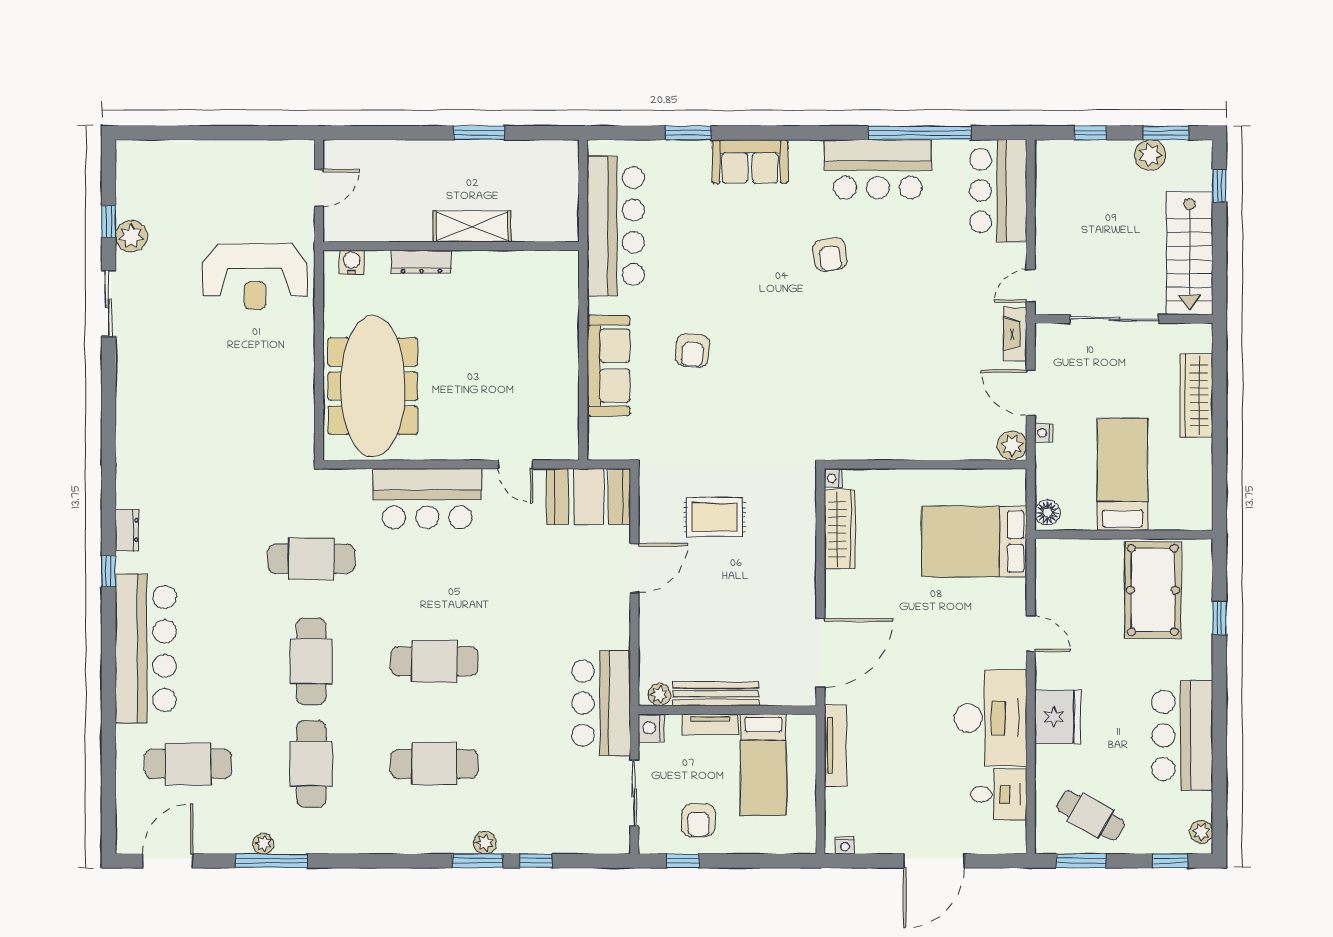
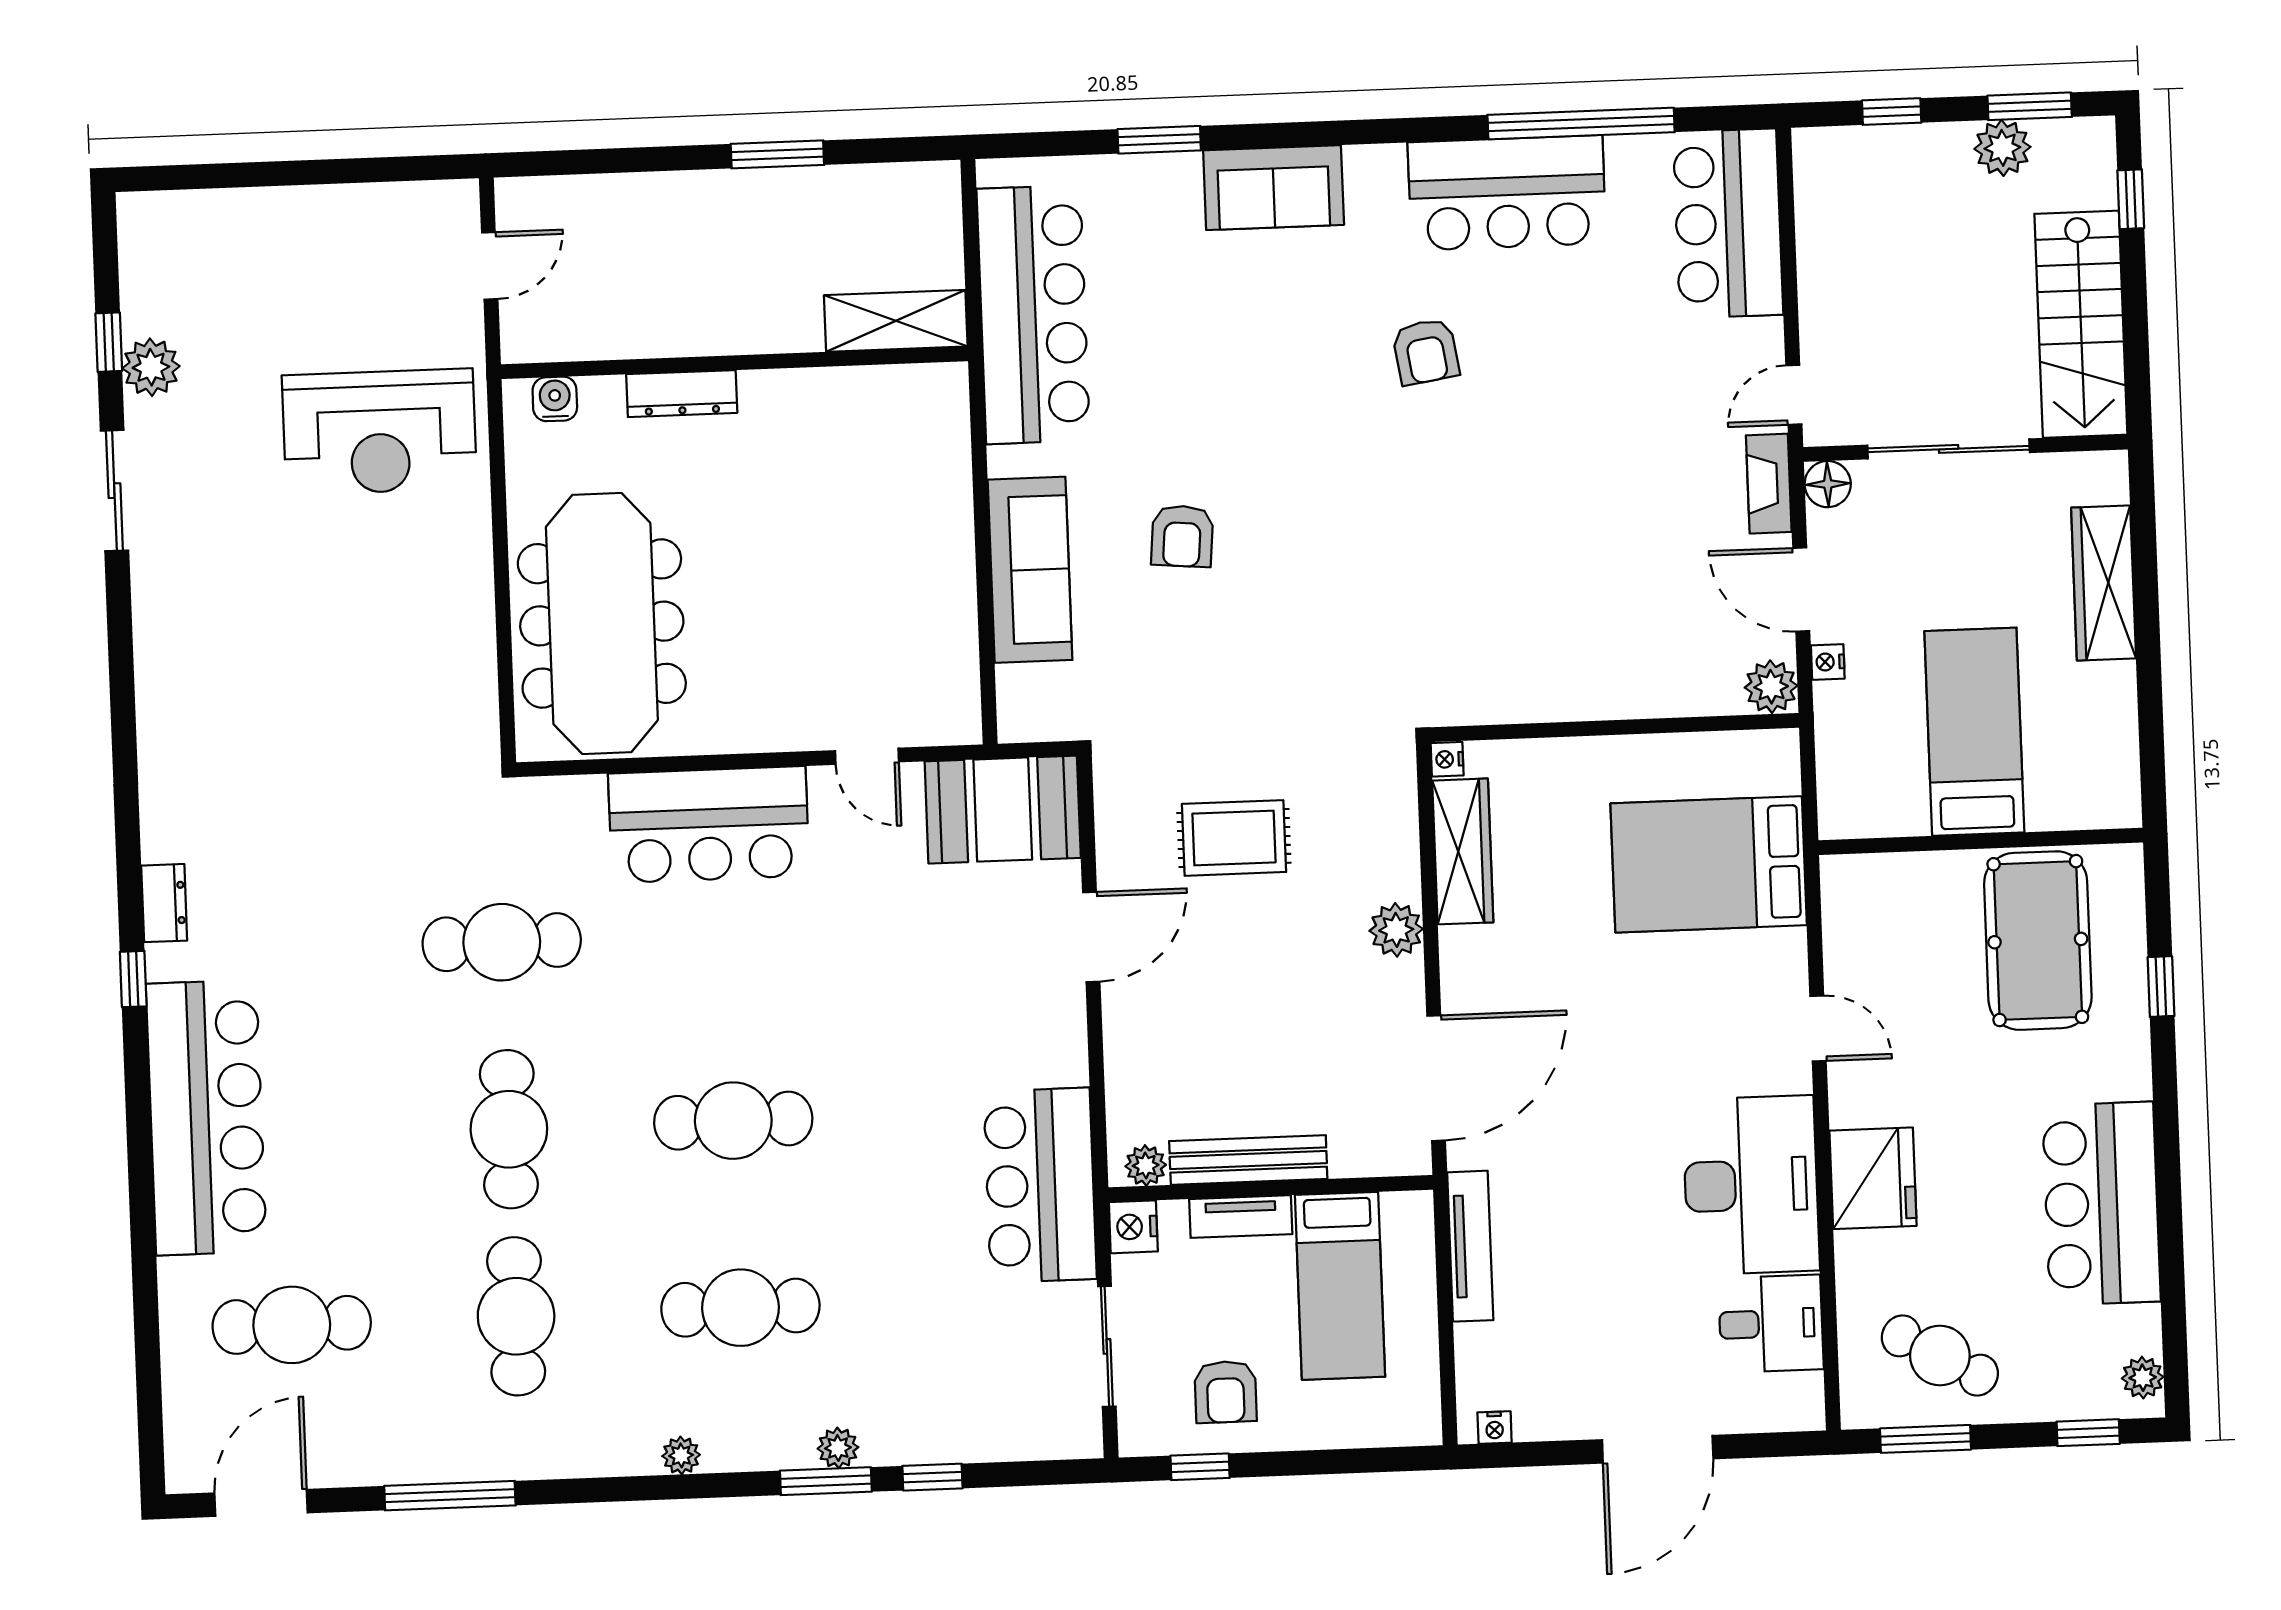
shelving: (472, 226) -> (896, 321), moved
floor lamp: (1047, 513) -> (1828, 484), moved
plant: (802, 571) -> (1396, 930), added
plant: (263, 844) -> (681, 1455), moved

